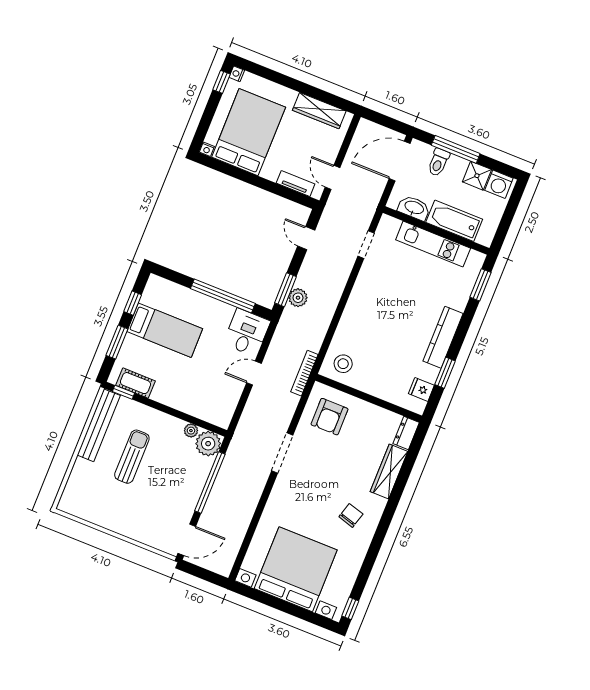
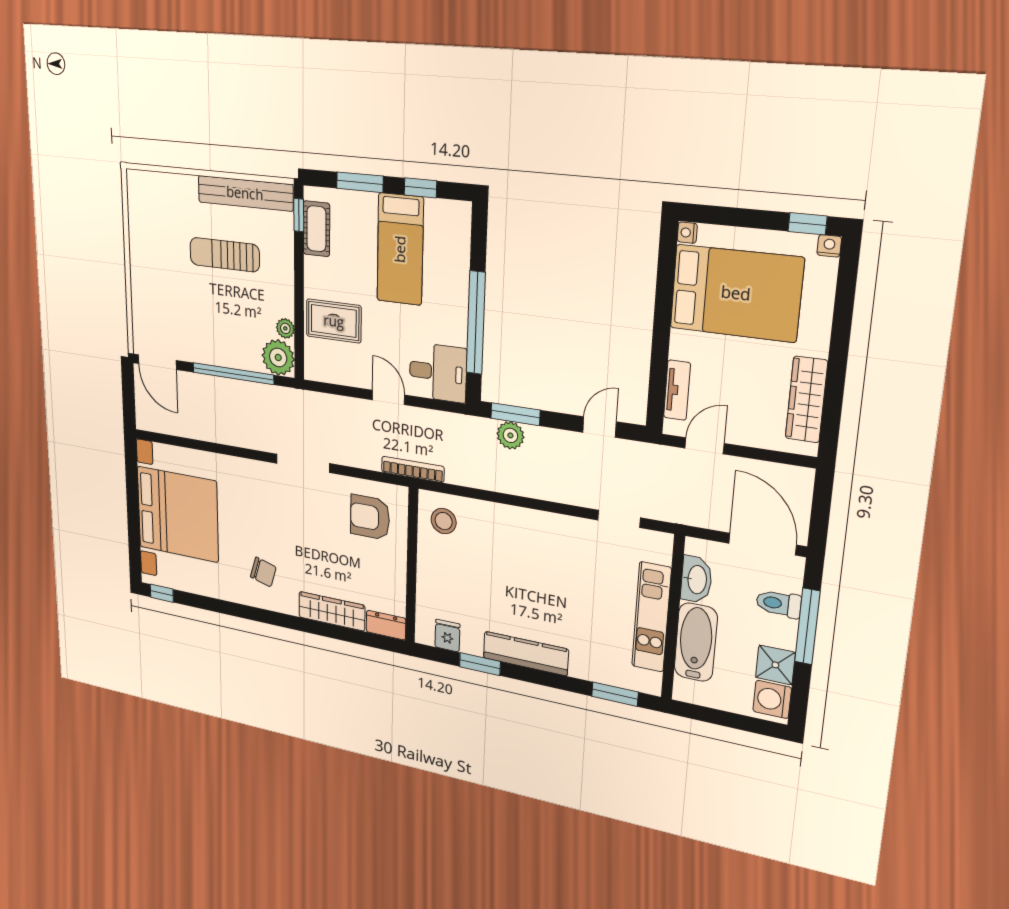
rug: (196, 393) -> (334, 321), added
sun lounger: (132, 457) -> (225, 255), turned 180

